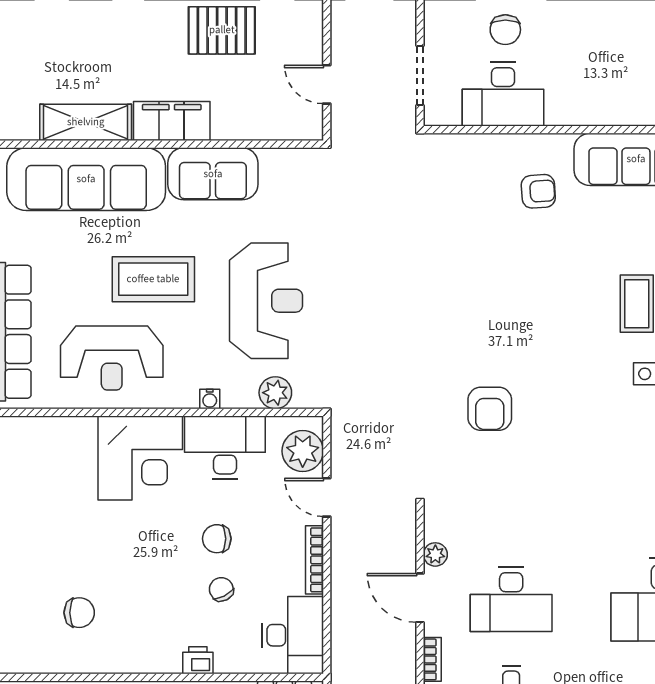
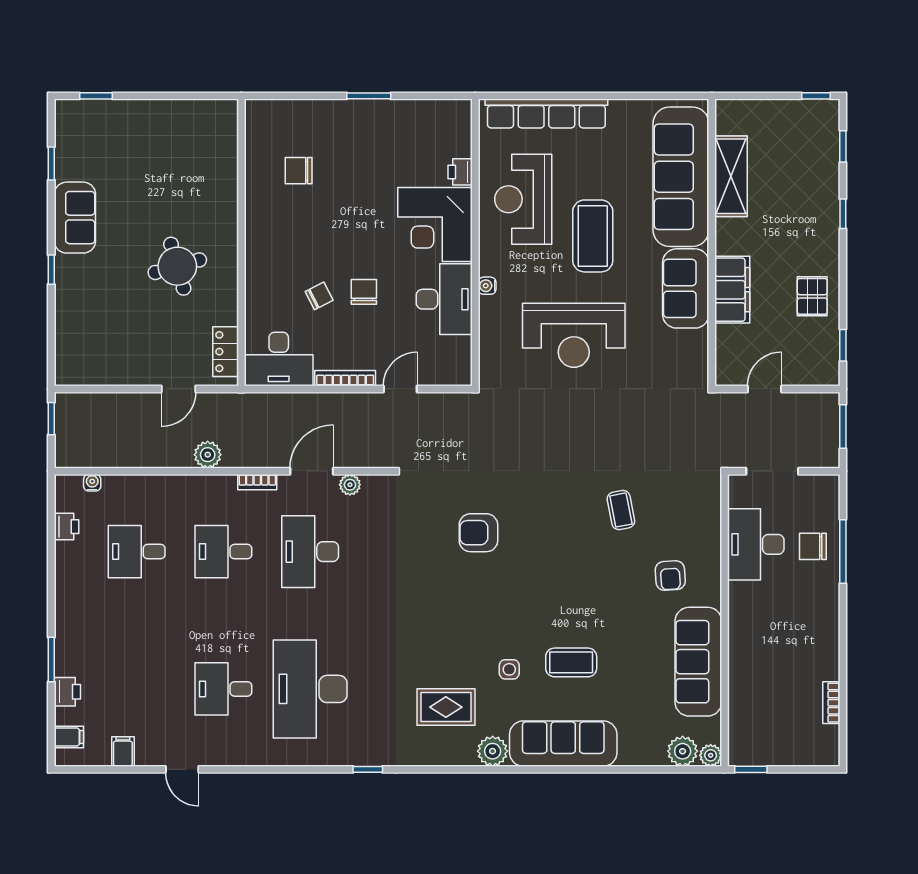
pallet: (222, 30) -> (812, 296), width x0.67, depth x0.71
filing cabinet: (172, 121) -> (732, 290), moved
coffee table: (464, 247) -> (621, 510), added
plant: (275, 393) -> (493, 344), removed
plant: (303, 451) -> (441, 368), removed
chair: (79, 613) -> (299, 171), turned 90
printer: (198, 660) -> (460, 172), moved, turned 180

